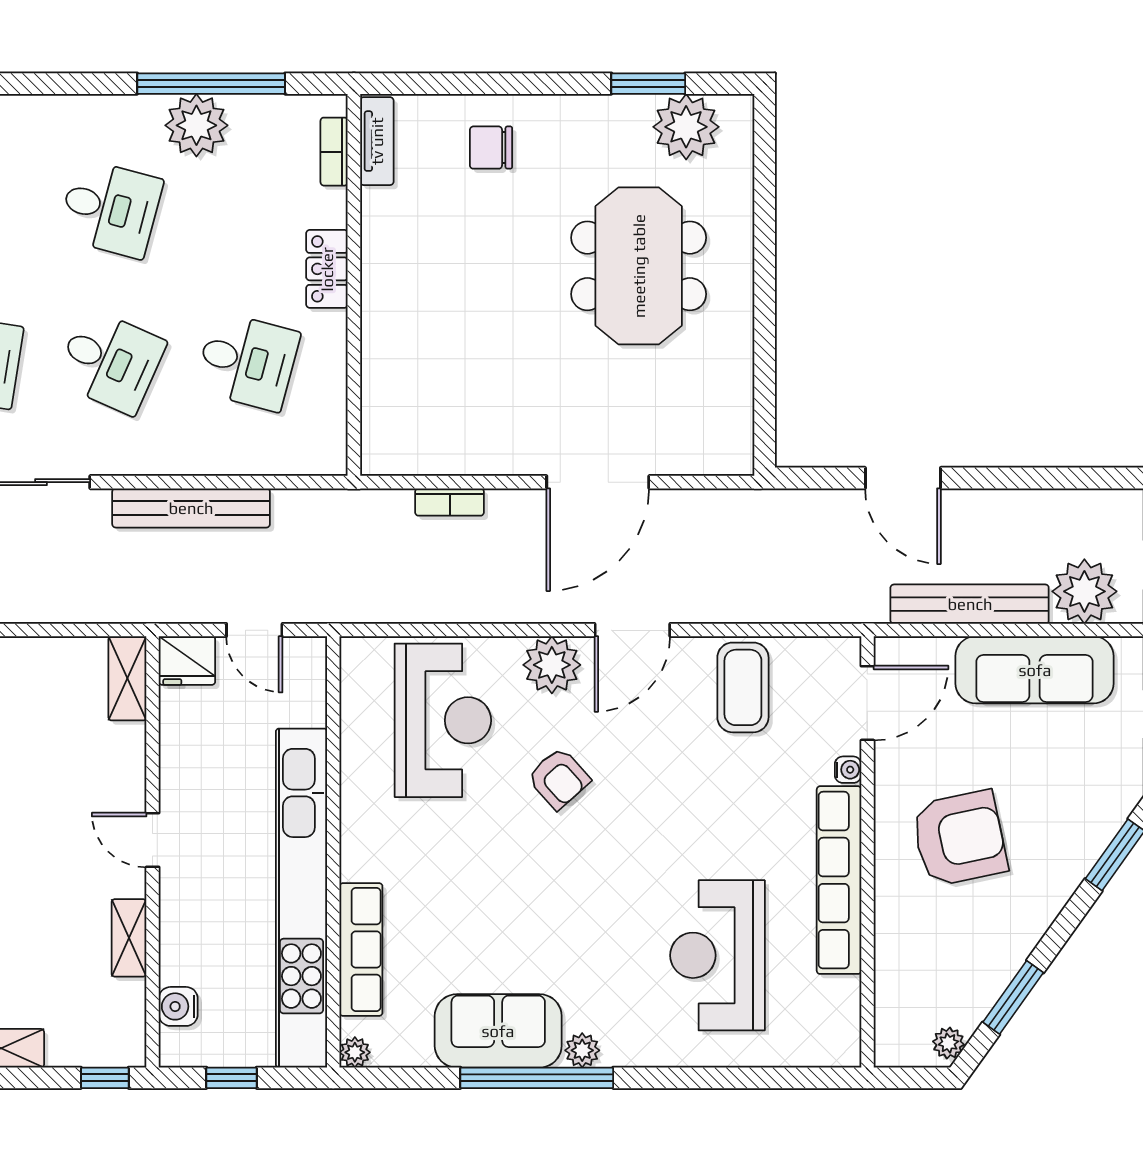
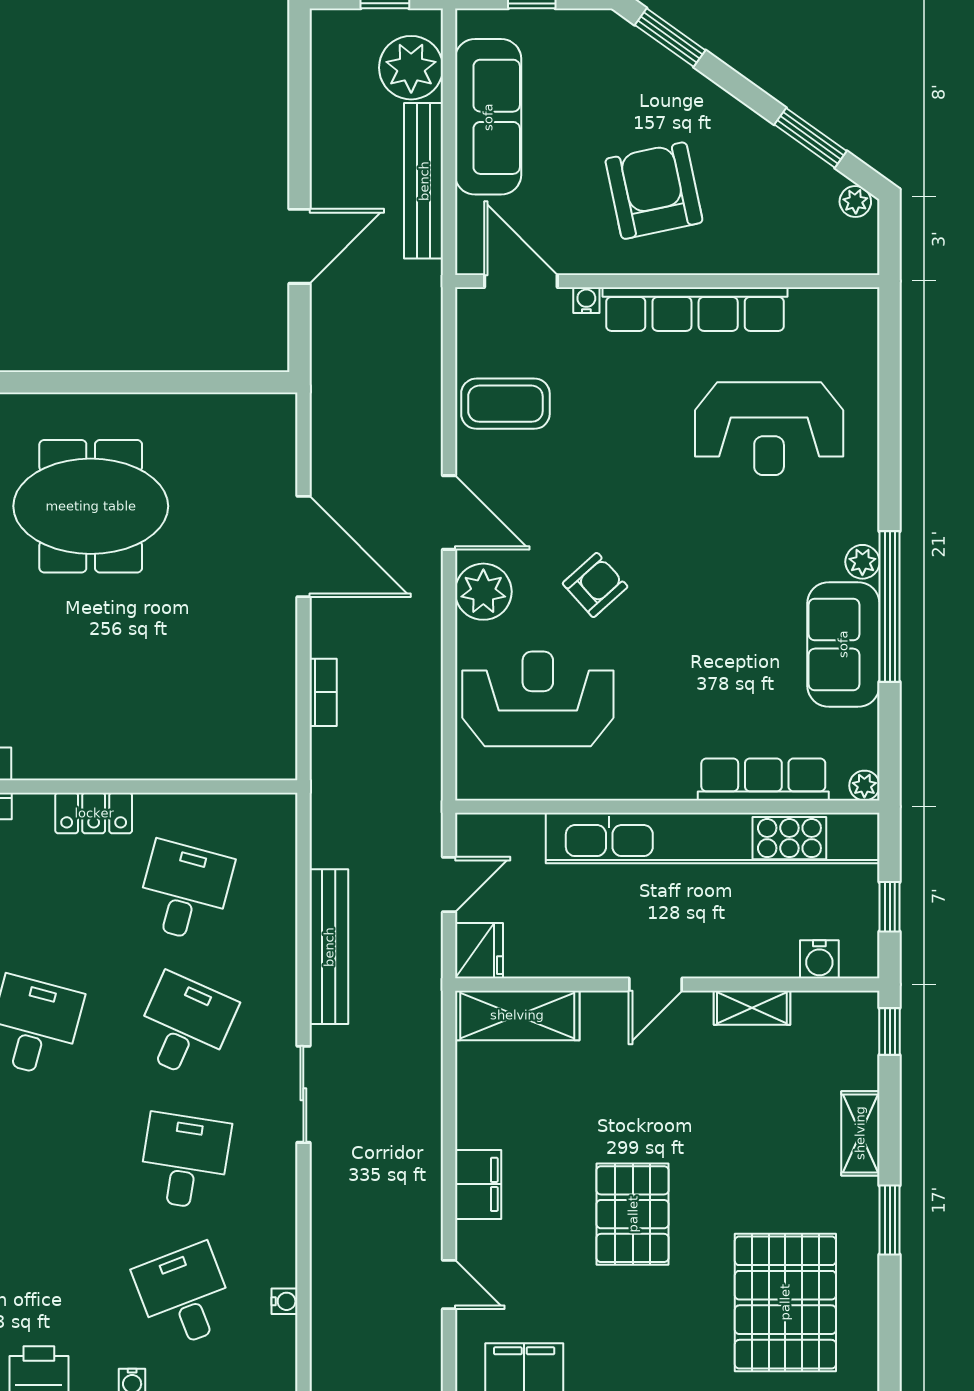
shelving: (127, 678) -> (517, 1015), width x1.50, depth x1.33

